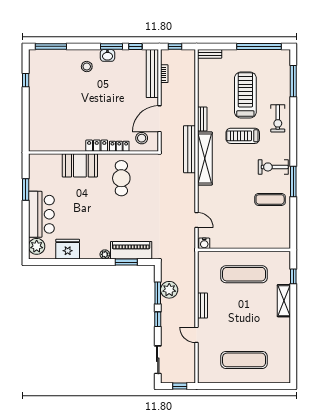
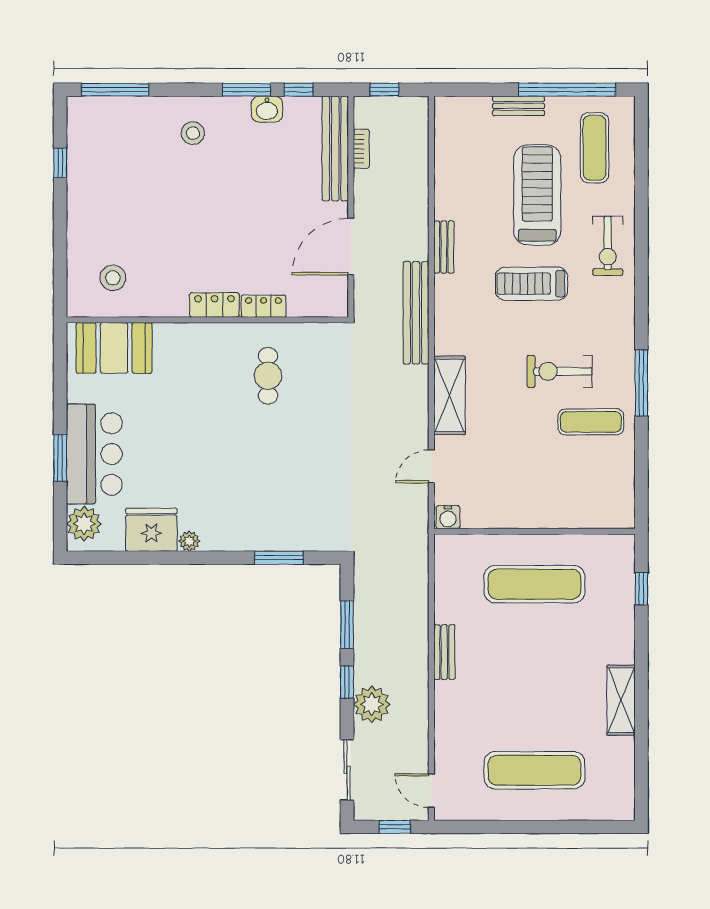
bench: (210, 54) -> (518, 106), moved
washbasin: (107, 55) -> (267, 109), moved
exercise mat: (272, 73) -> (595, 148), added
window: (293, 81) -> (641, 165), removed
stool: (142, 138) -> (113, 278), moved
shelving: (205, 158) -> (450, 395), moved, width x0.68
booth: (80, 165) -> (114, 348), moved
exercise bike: (273, 167) -> (560, 371), moved
cafe table: (121, 178) -> (268, 376), width x0.73, depth x0.74
window: (26, 189) -> (60, 458), moved
door: (197, 220) -> (431, 466), swing flipped
piano: (131, 250) -> (289, 532), removed
plant: (105, 254) -> (189, 541), moved
plant: (169, 290) -> (372, 704), moved
shelving: (284, 301) -> (621, 700), moved
door: (197, 335) -> (431, 791), moved

